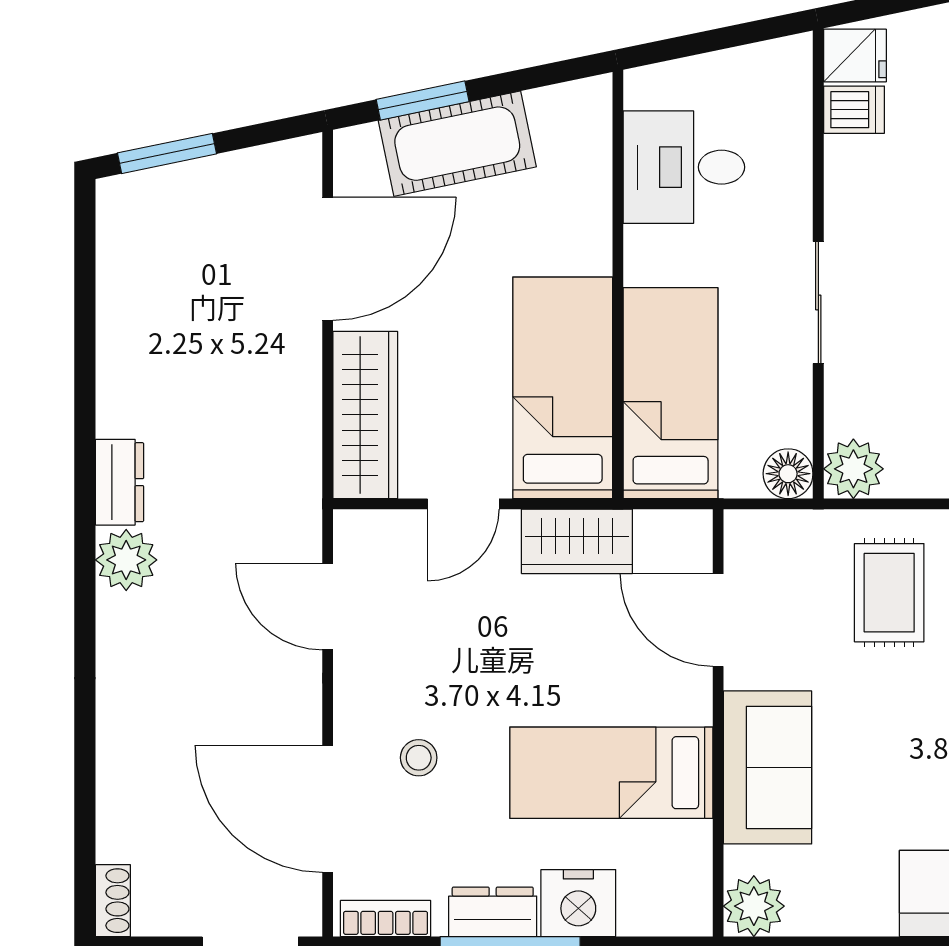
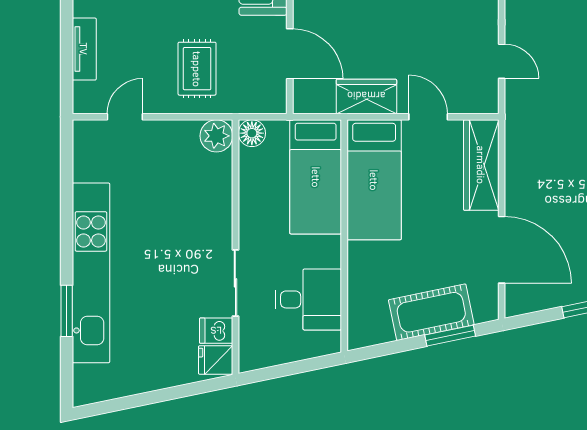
door: (328, 259) -> (502, 250), swing flipped
sliding door: (818, 302) -> (235, 283), moved
door: (463, 504) -> (428, 117), hinge flipped
door: (328, 607) -> (502, 61), width x0.73

